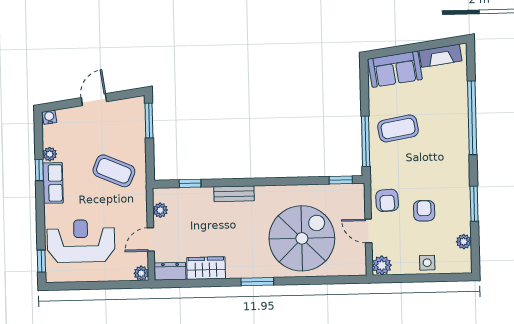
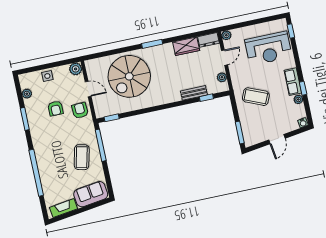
coffee table: (398, 128) -> (82, 157), turned -67
bench: (234, 194) -> (194, 93), moved

